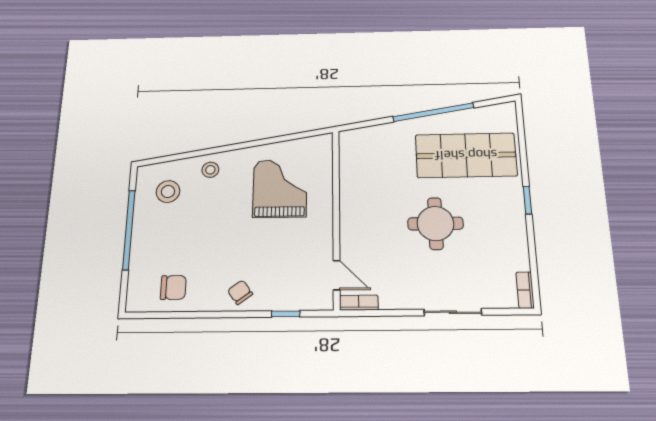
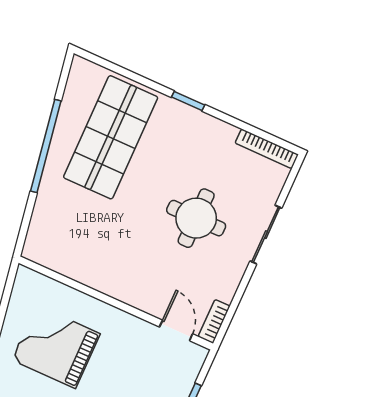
round table: (435, 224) -> (196, 218), moved
door: (337, 275) -> (176, 330), hinge flipped
bookcase: (525, 290) -> (267, 149), width x1.56

